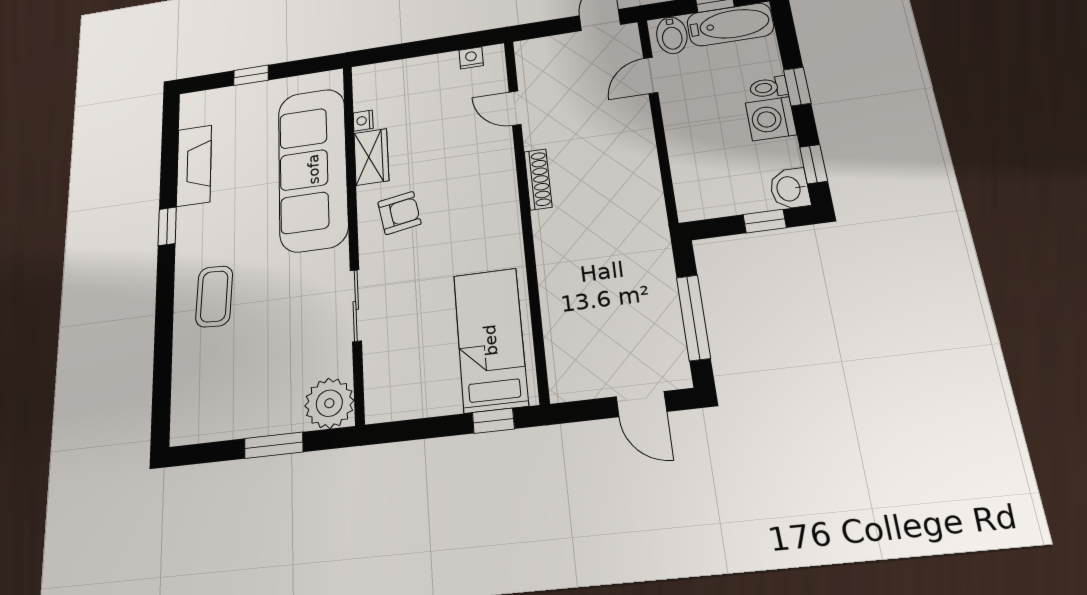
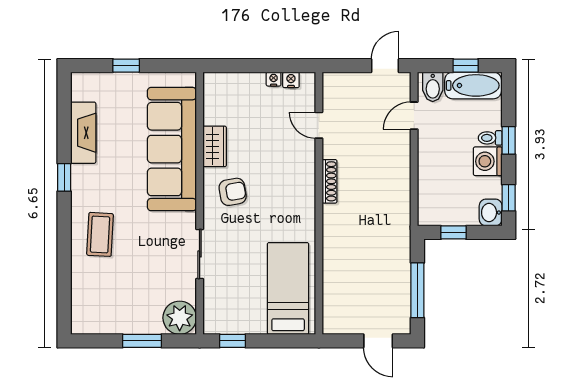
nightstand: (363, 121) -> (274, 79), moved, turned 90
window: (765, 221) -> (453, 232), moved
window: (493, 421) -> (232, 341), moved

